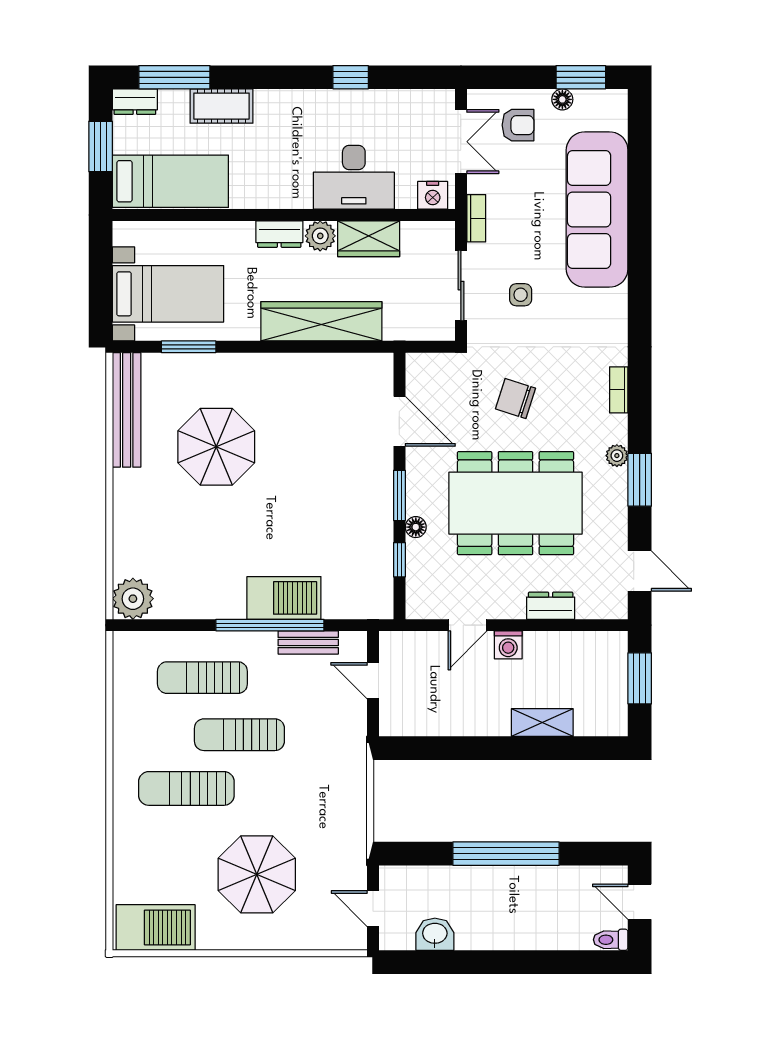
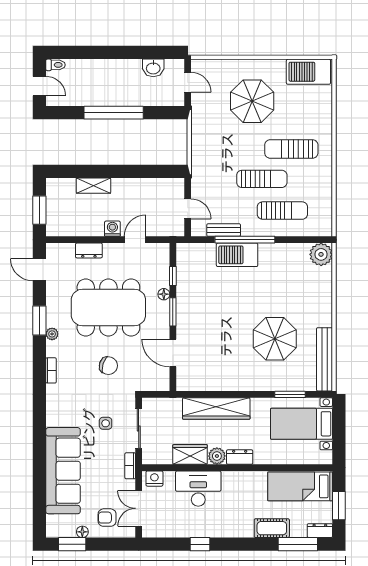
sun lounger: (186, 788) -> (291, 149), turned 180

